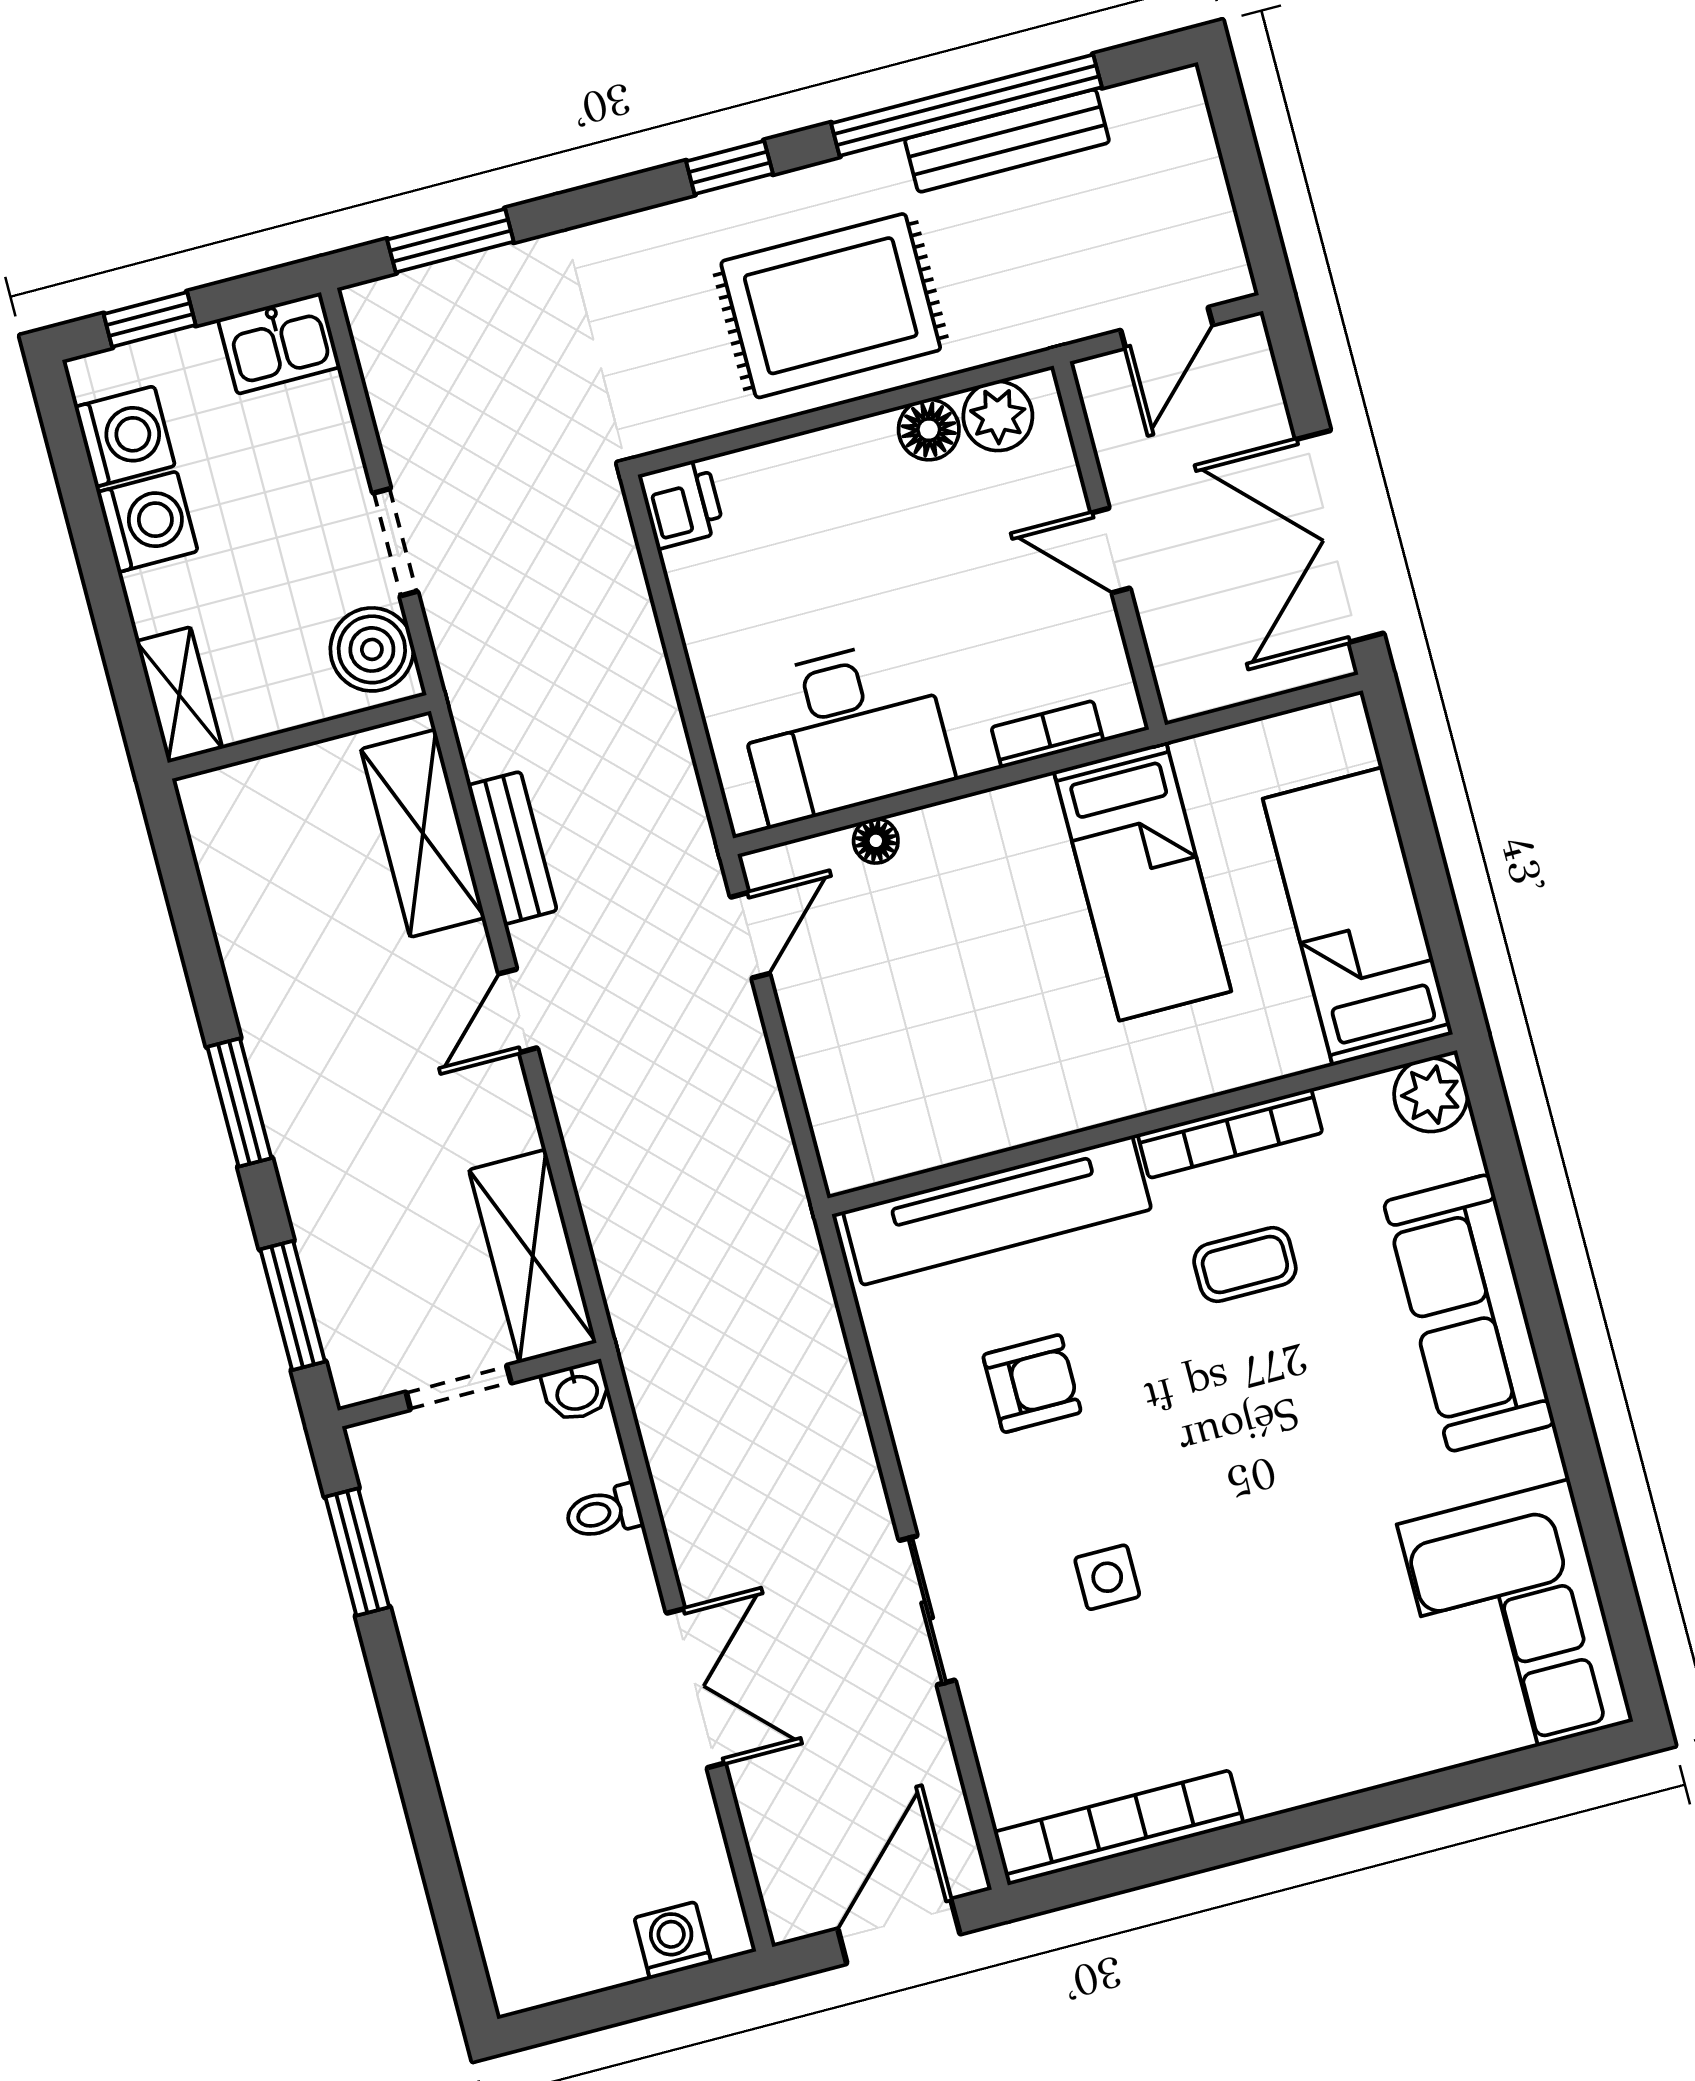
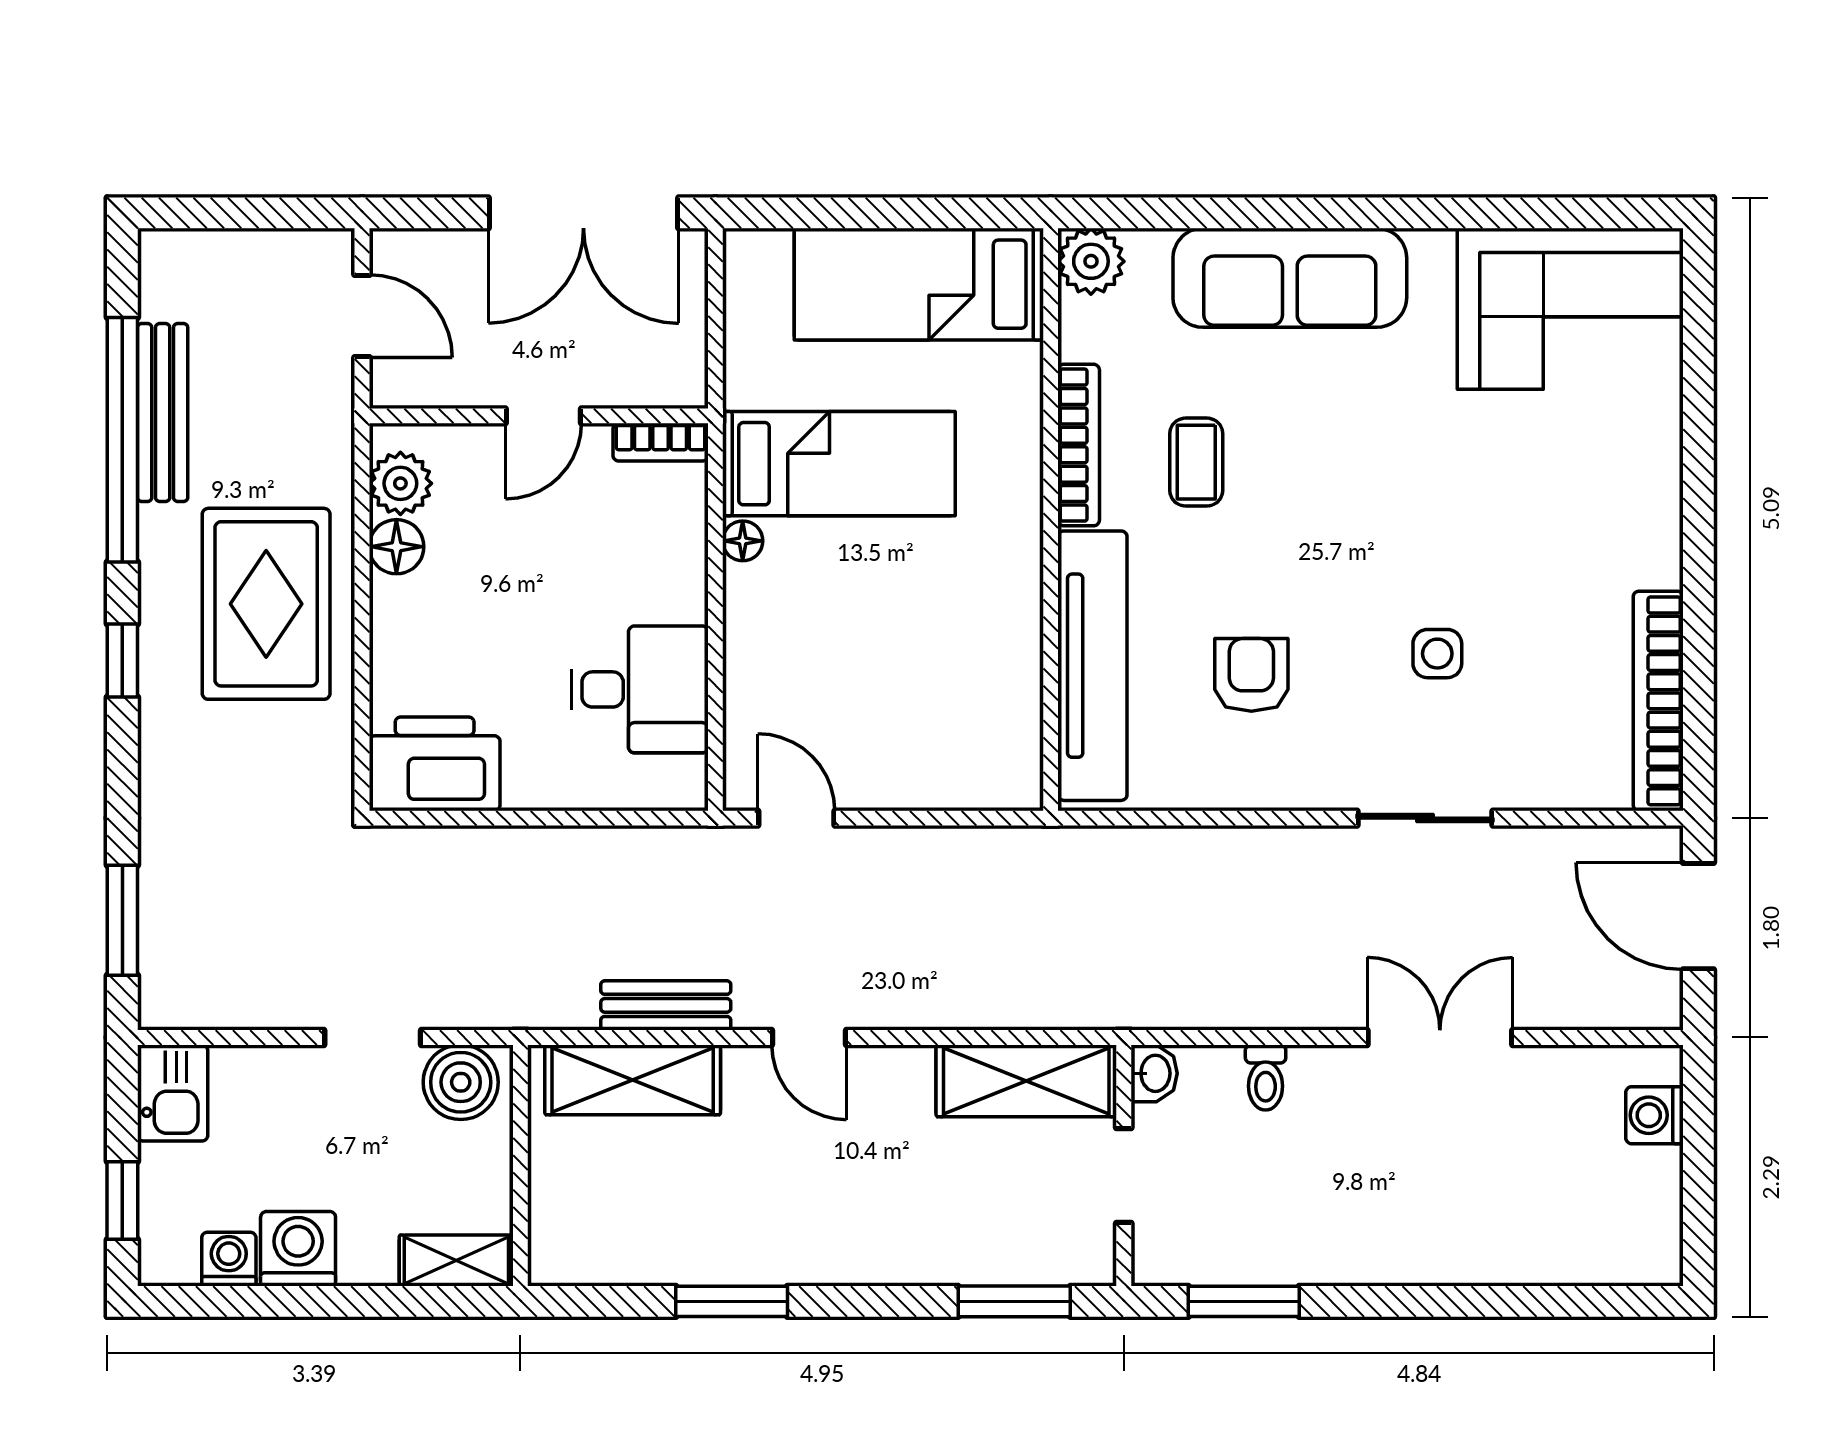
washing machine: (125, 436) -> (229, 1259), width x0.73, depth x0.73
printer: (682, 503) -> (435, 764), width x1.87, depth x1.48
desk: (844, 731) -> (640, 689), width x0.73
bookcase: (1047, 734) -> (661, 442), moved, turned -90
floor lamp: (876, 841) -> (743, 541), moved
window: (239, 1102) -> (732, 1301), moved

